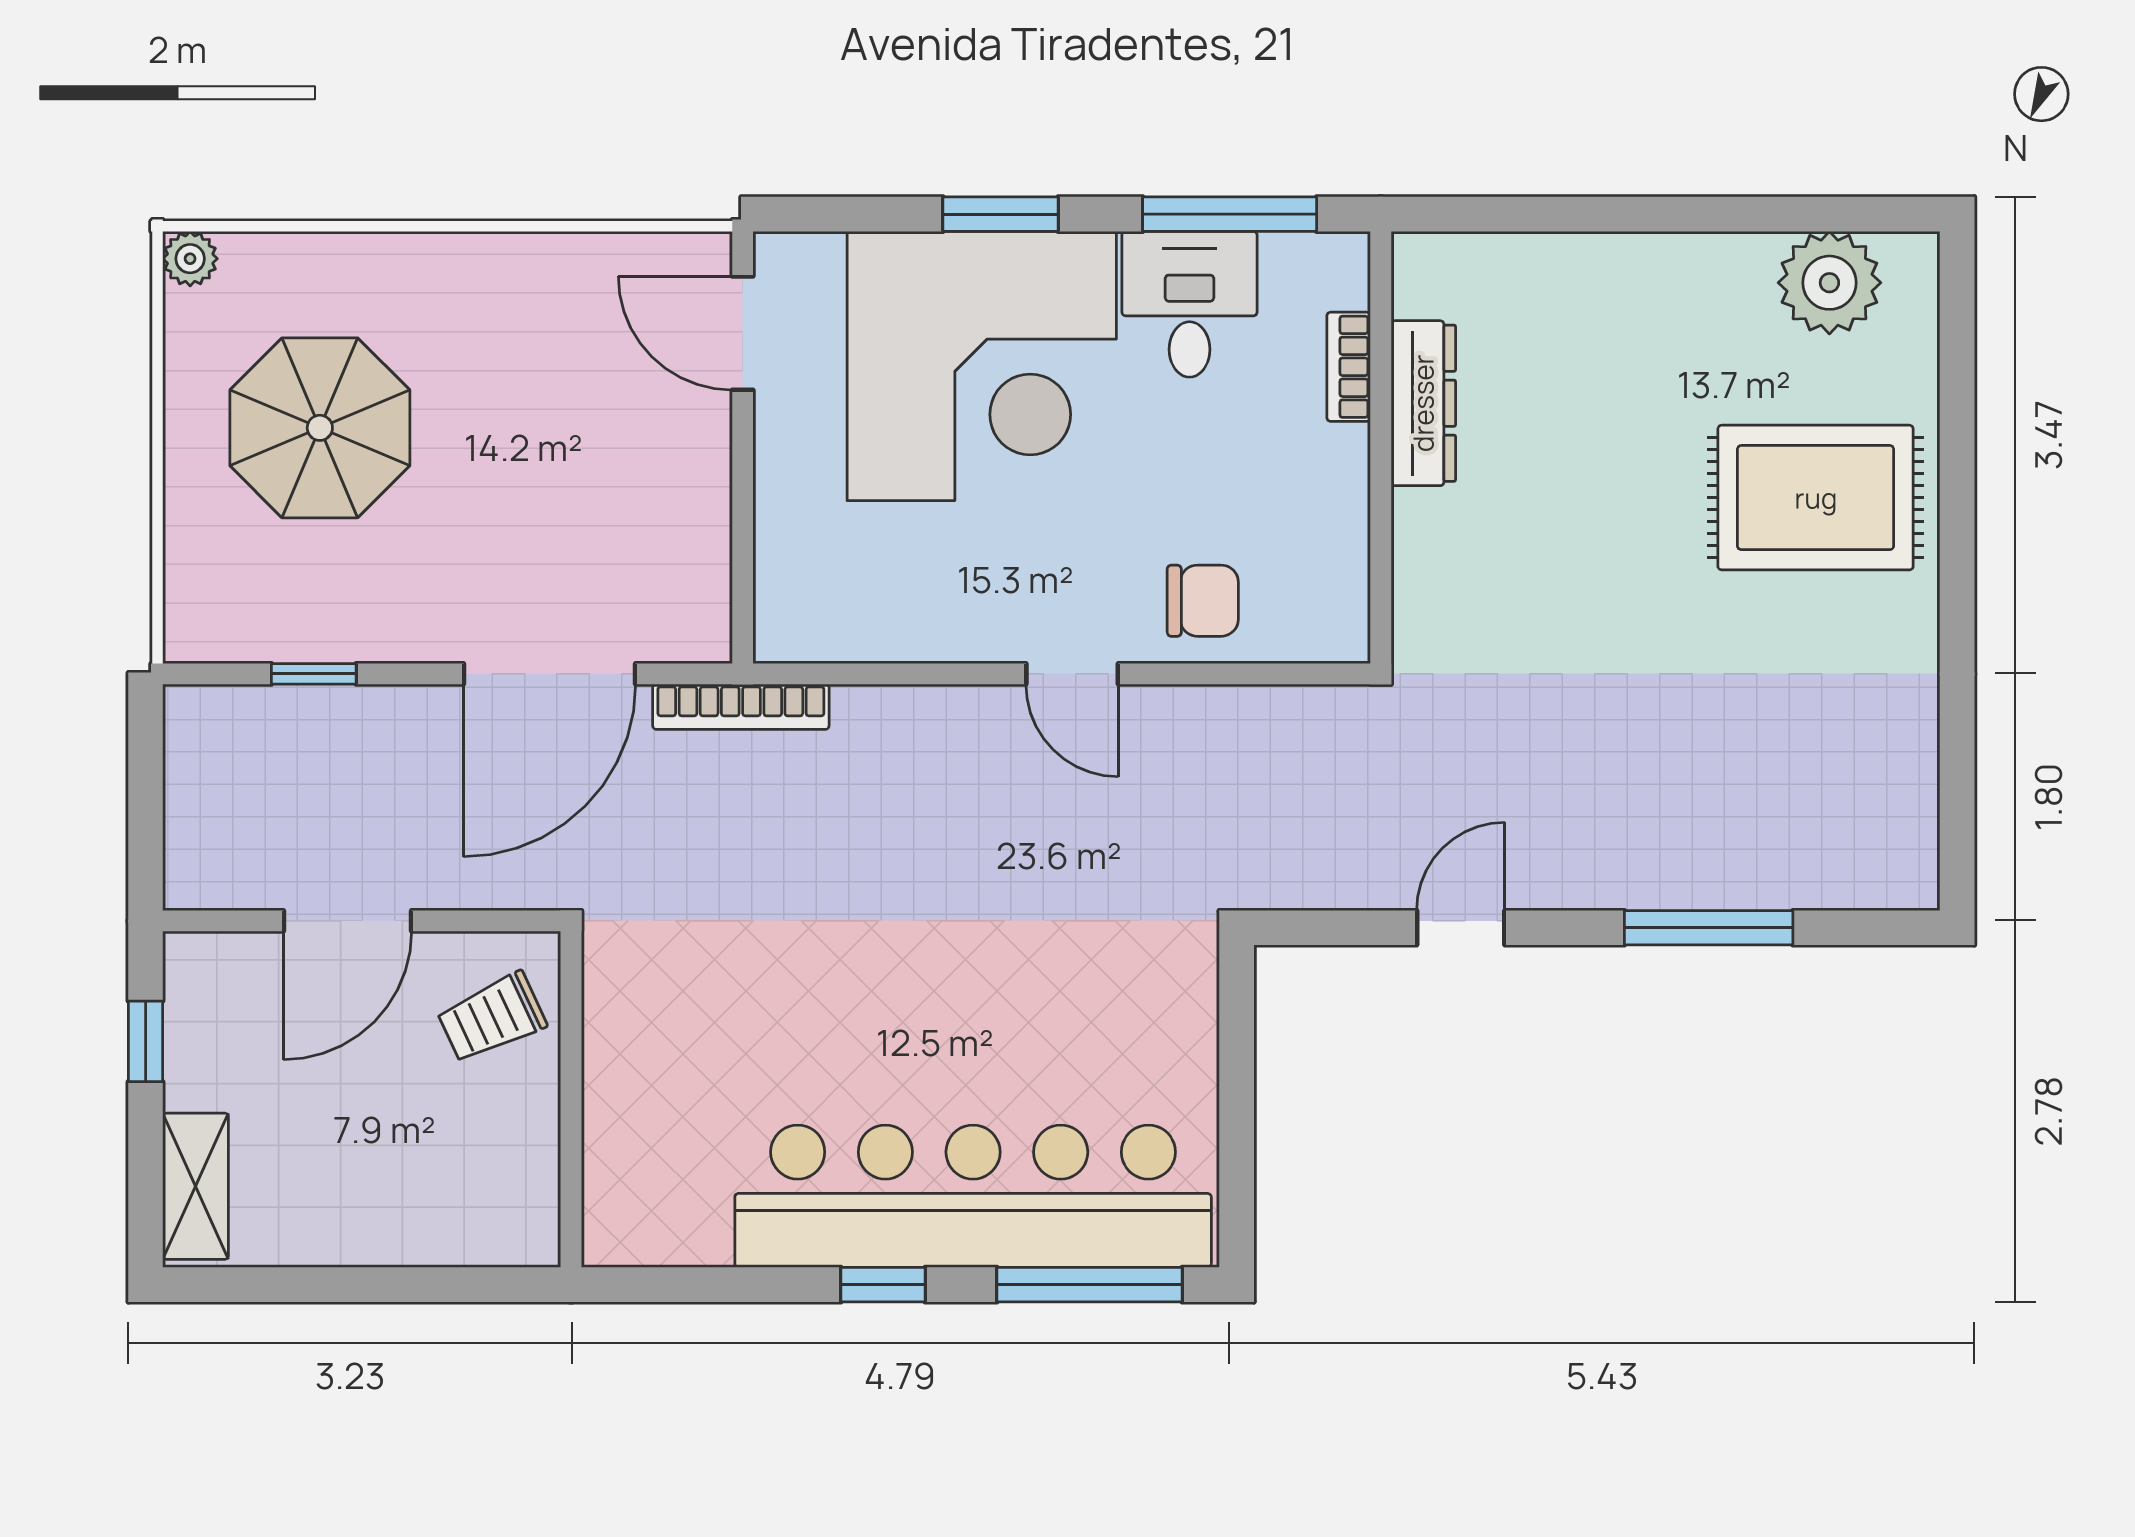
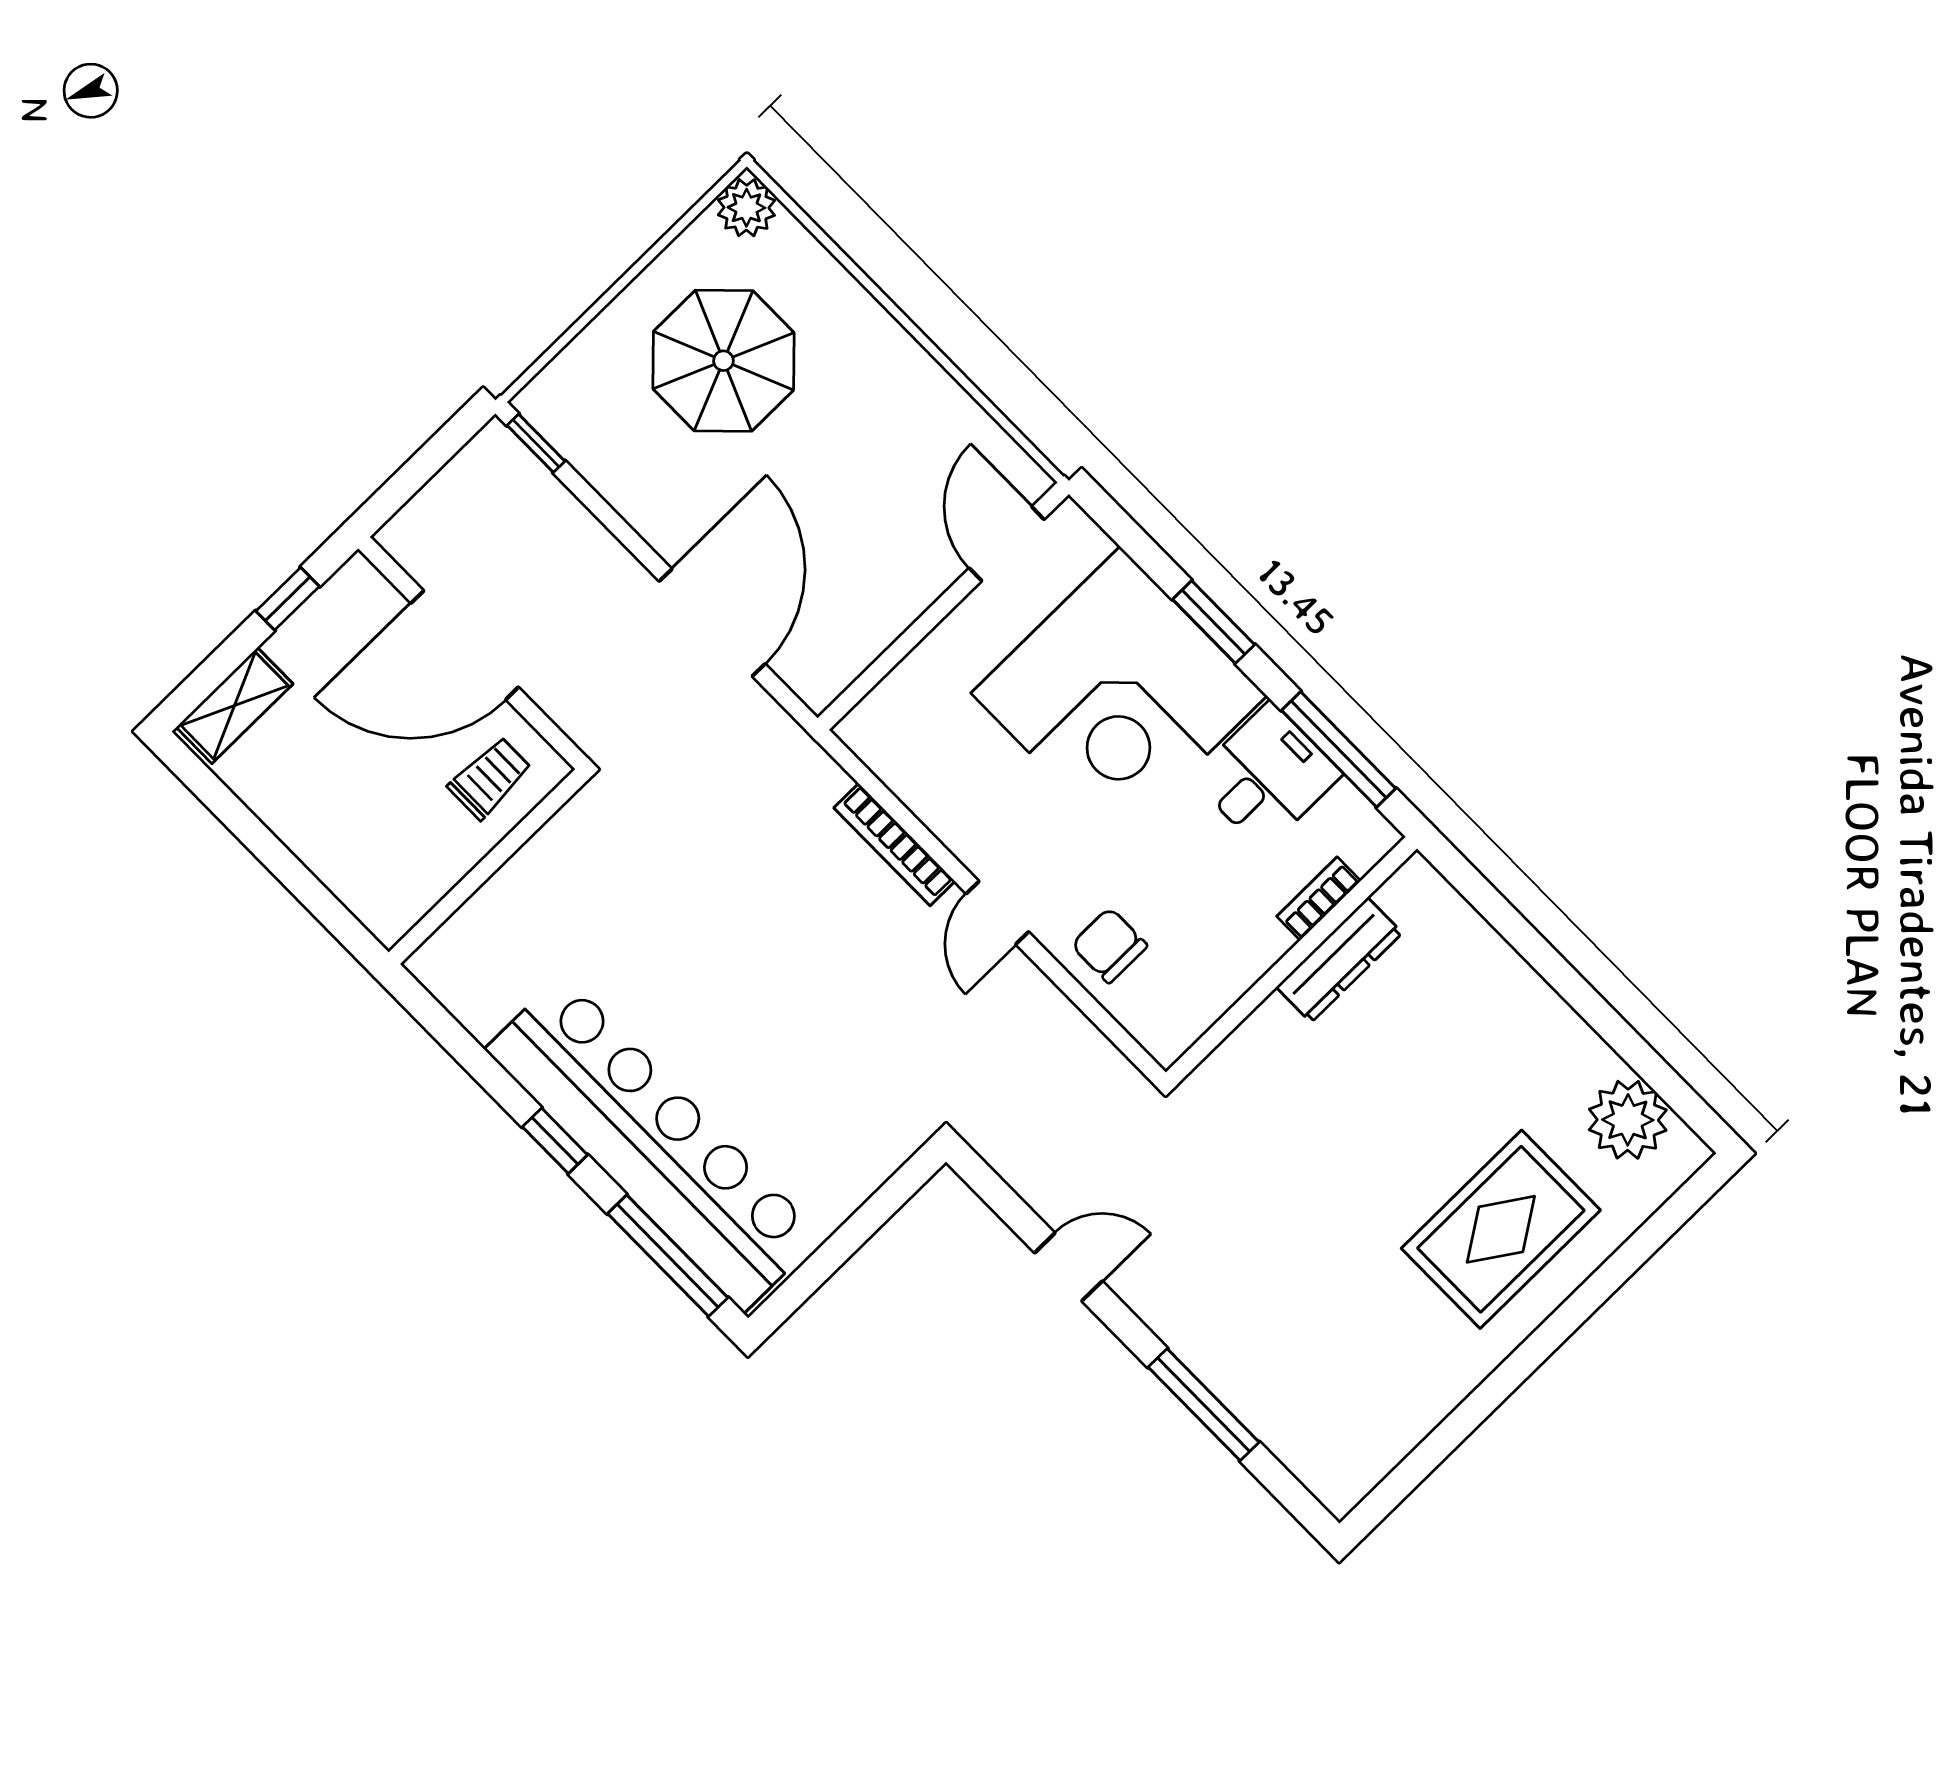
plant: (190, 259) -> (746, 208), width x1.38, depth x1.38
rug: (1816, 498) -> (1501, 1229), turned 90
chair: (1203, 601) -> (1109, 945), turned 180
window: (314, 674) -> (536, 443), moved
door: (550, 674) -> (712, 623), swing flipped
bookcase: (741, 707) -> (894, 845), moved
door: (347, 921) -> (465, 645), width x1.36
trolley: (492, 1018) -> (490, 778), turned 115

